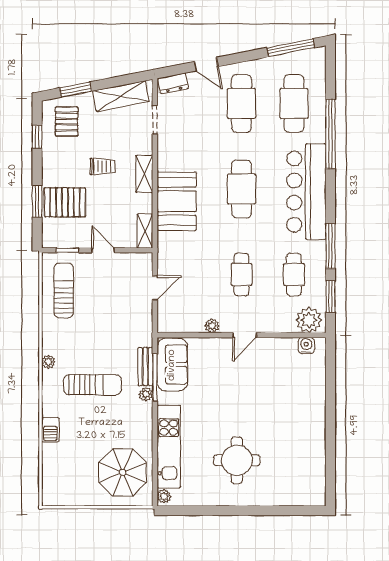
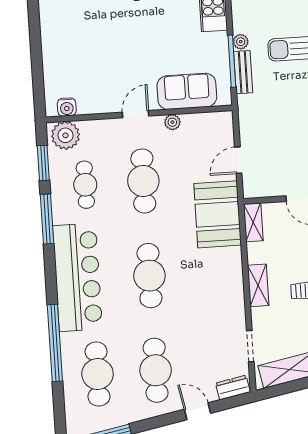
booth: (177, 201) -> (218, 214), moved
cafe table: (242, 274) -> (143, 181), width x1.37, depth x1.35
sofa: (172, 365) -> (187, 91), moved, turned 90

